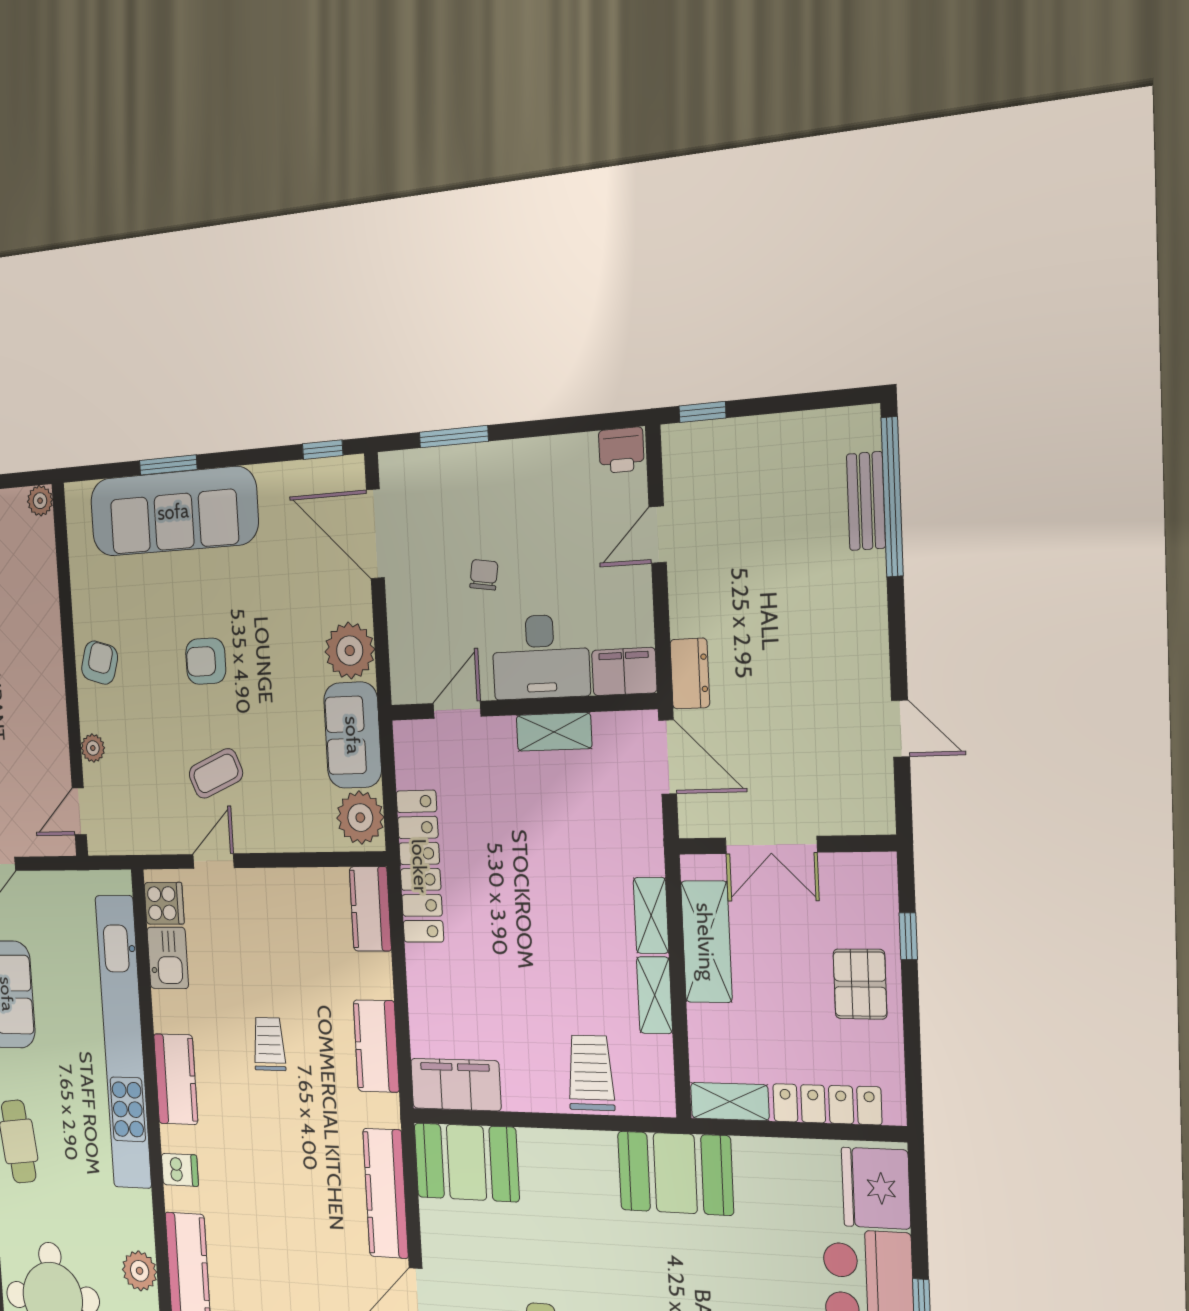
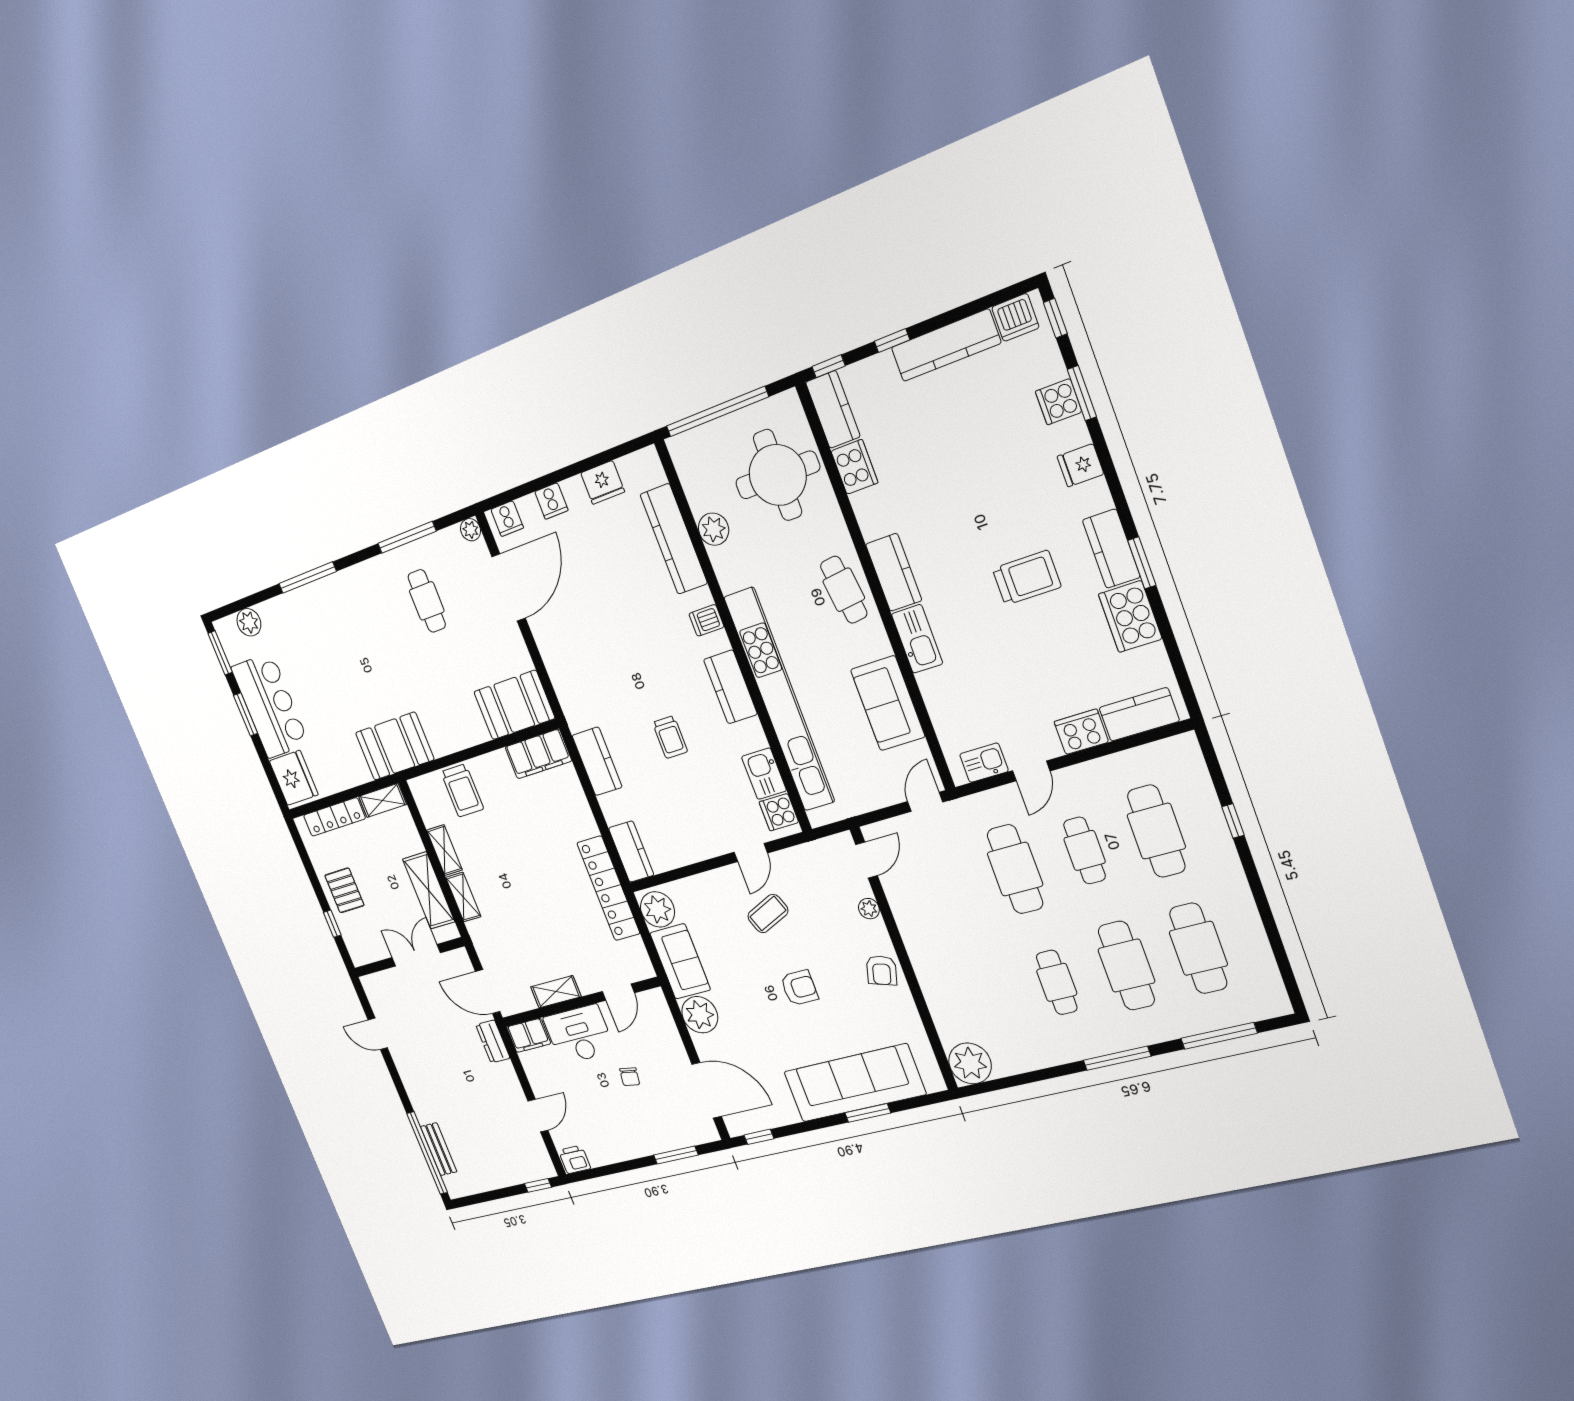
plant: (40, 501) -> (970, 1063), width x1.88, depth x1.88
kitchen counter: (386, 1193) -> (558, 663), removed

